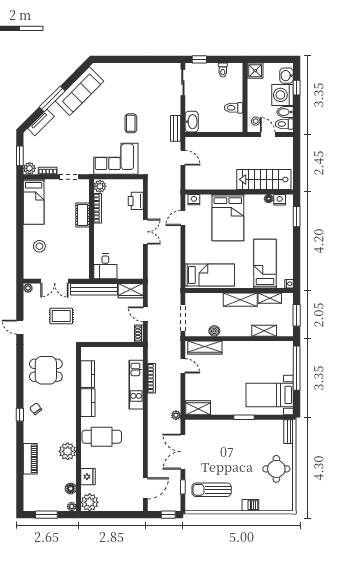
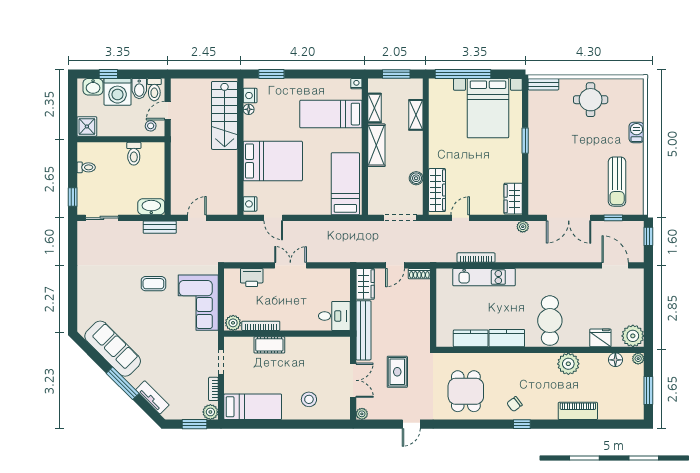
bed with nightstands: (270, 395) -> (488, 108), width x1.36

